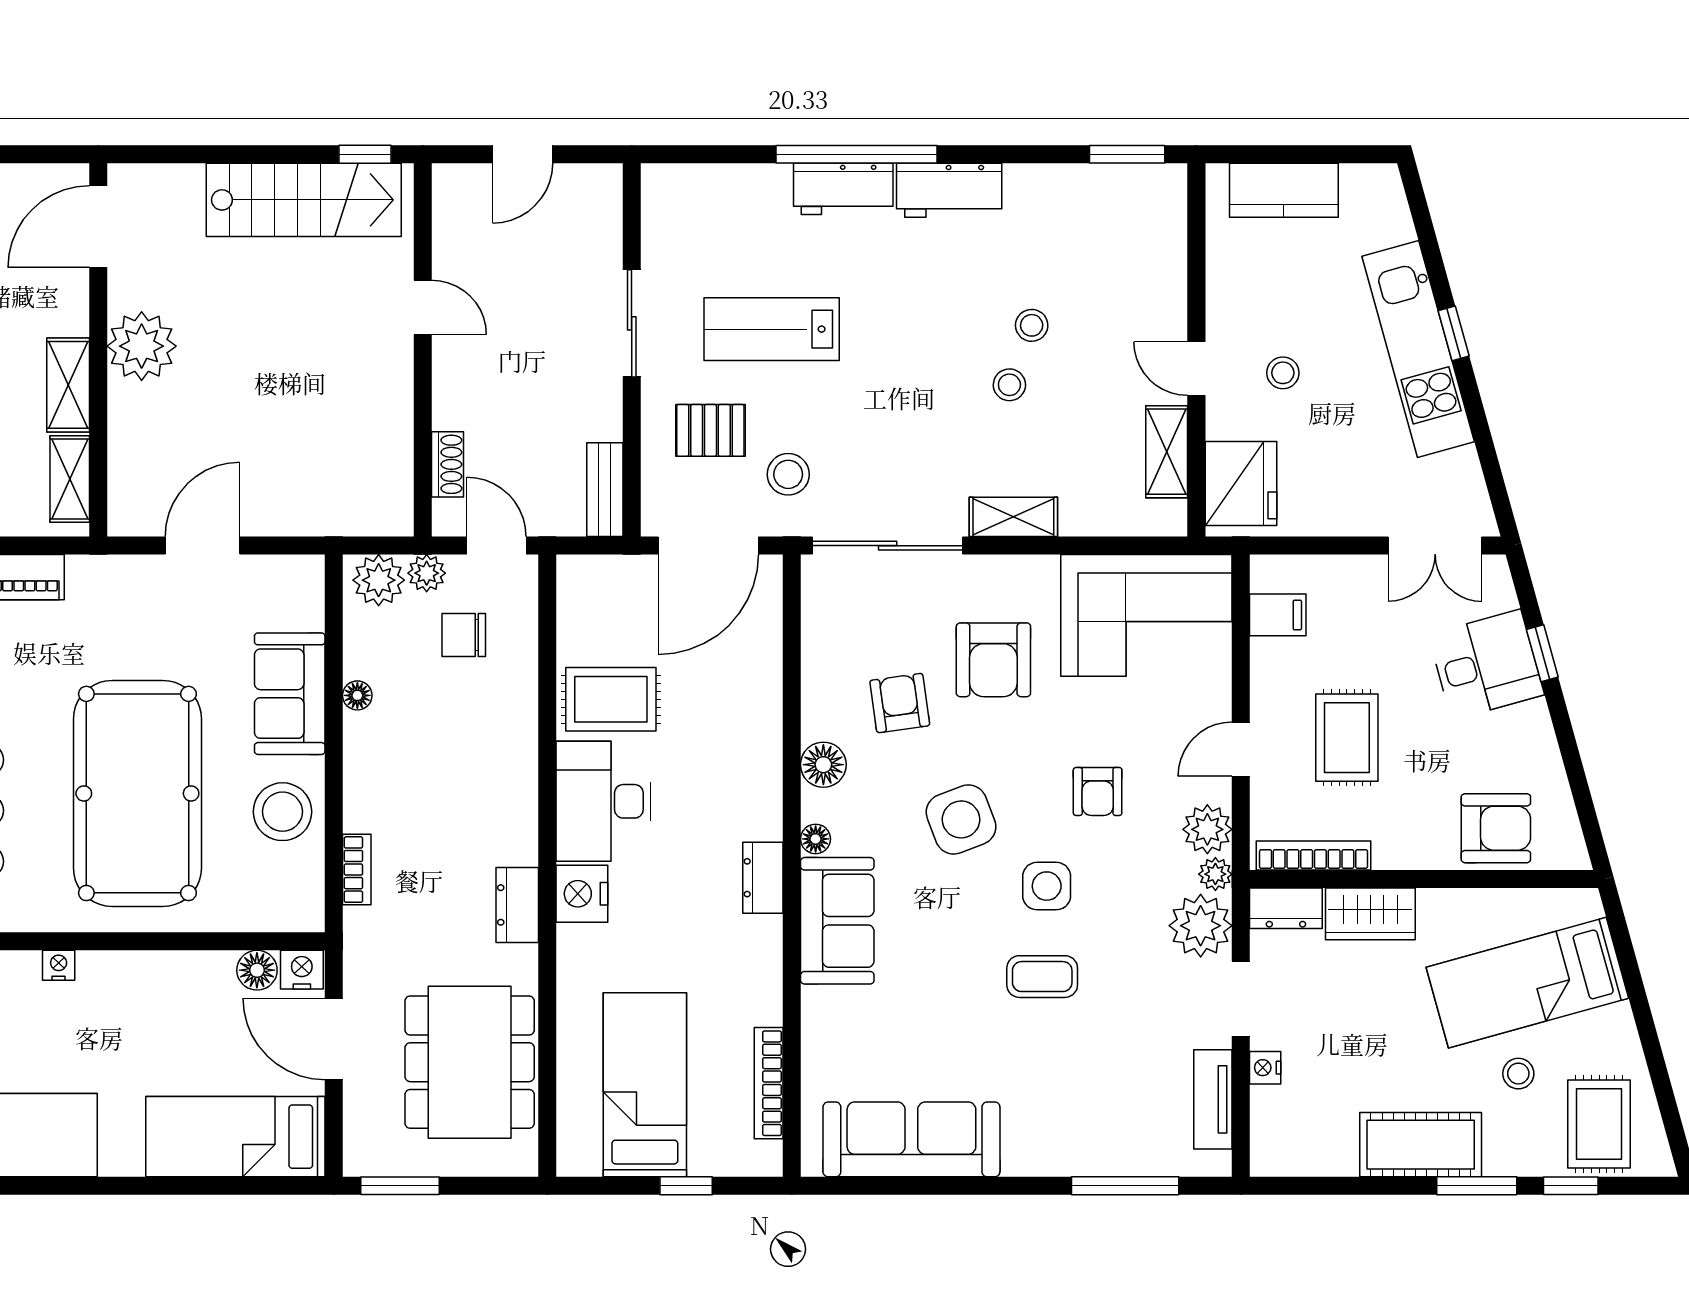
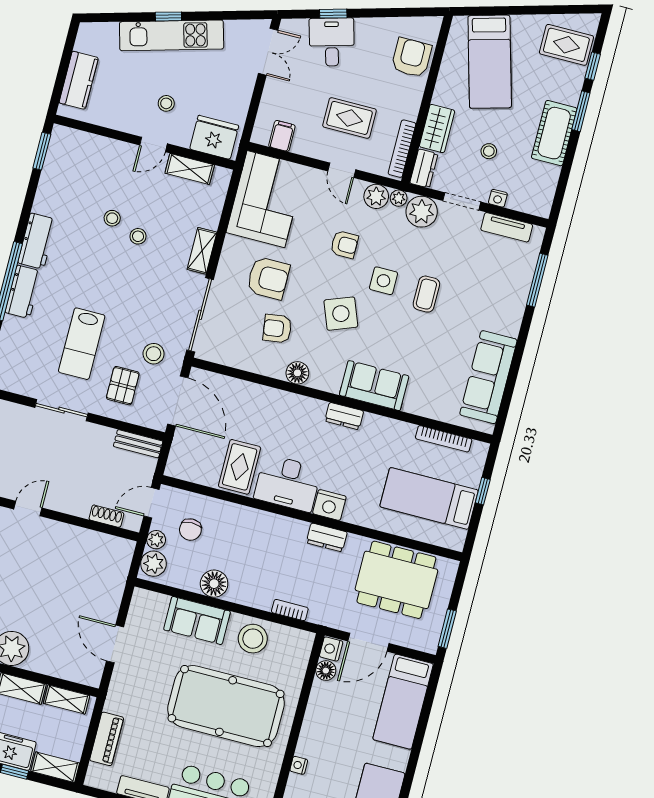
floor lamp: (357, 695) -> (214, 584), width x1.89, depth x1.89
floor lamp: (816, 839) -> (332, 386), removed
stool: (1518, 1074) -> (489, 151), moved

